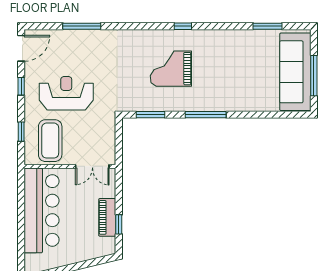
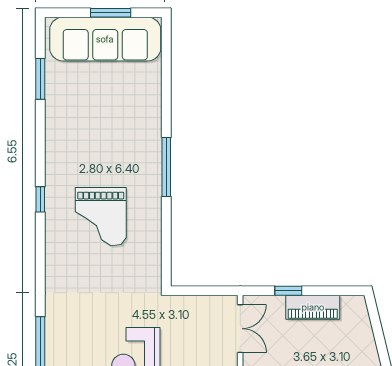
window: (314, 76) -> (111, 13), width x0.69
window: (151, 115) -> (166, 245), removed
window: (119, 224) -> (288, 291), moved

